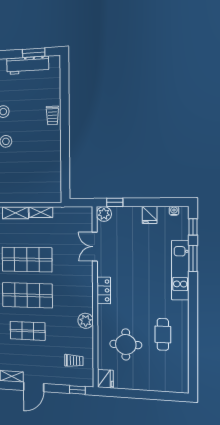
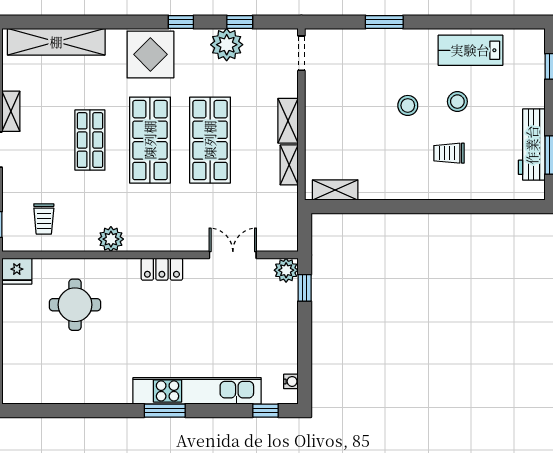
trolley: (52, 115) -> (449, 153), moved
shelving: (55, 184) -> (335, 190), added
fridge: (150, 215) -> (284, 343), removed
window: (193, 258) -> (165, 411), moved
kitchen unit: (180, 270) -> (197, 391), width x1.36
cafe table: (163, 334) -> (94, 364), removed

